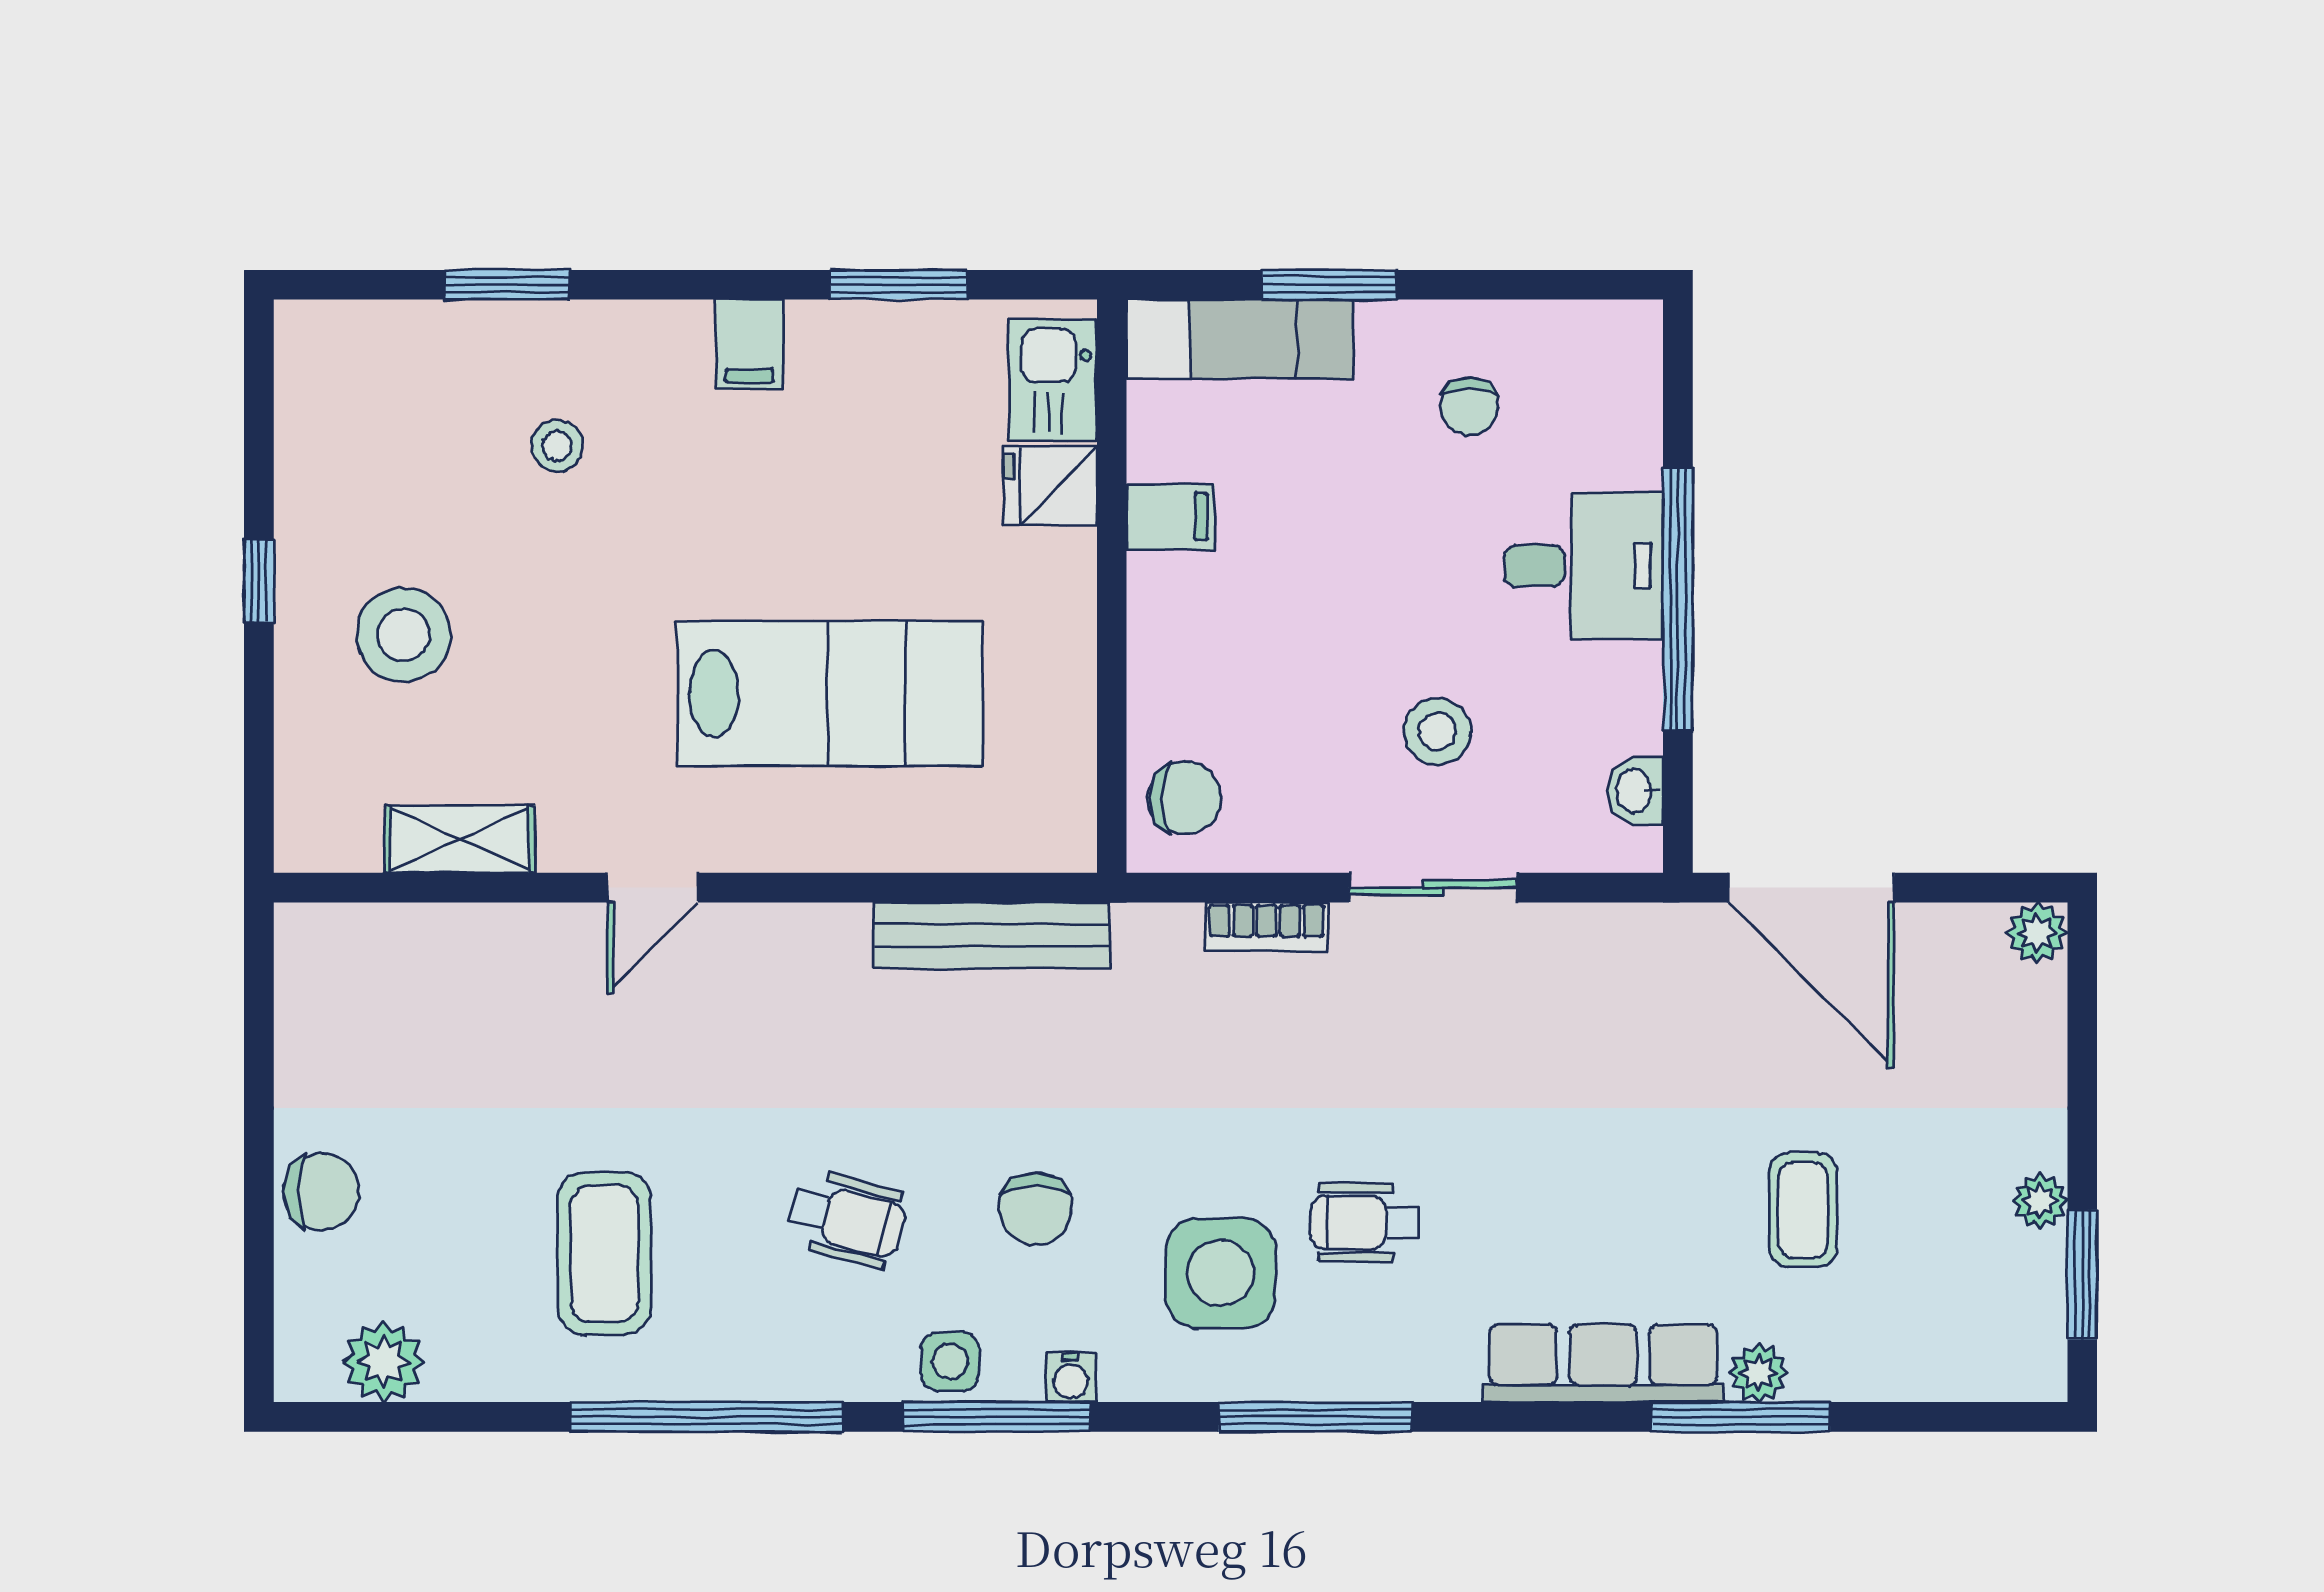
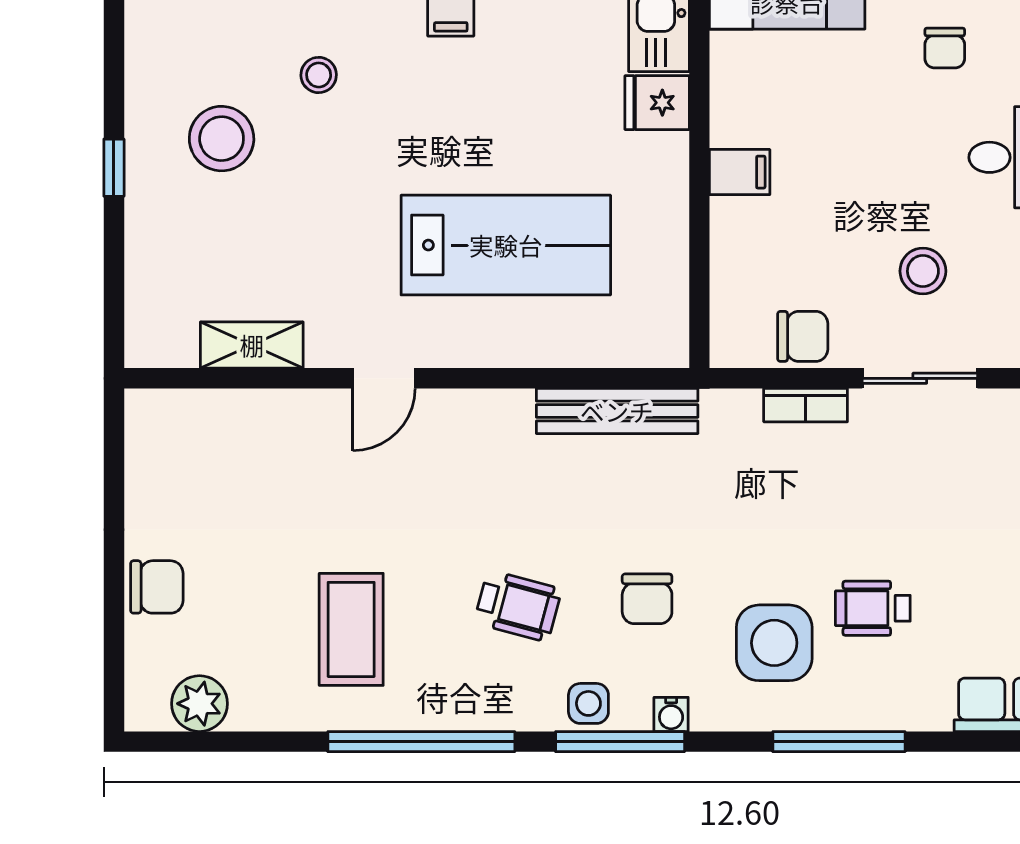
filing cabinet: (1170, 517) -> (740, 172), moved
stool: (403, 635) -> (222, 139), moved
chair: (1185, 798) -> (803, 336), moved

